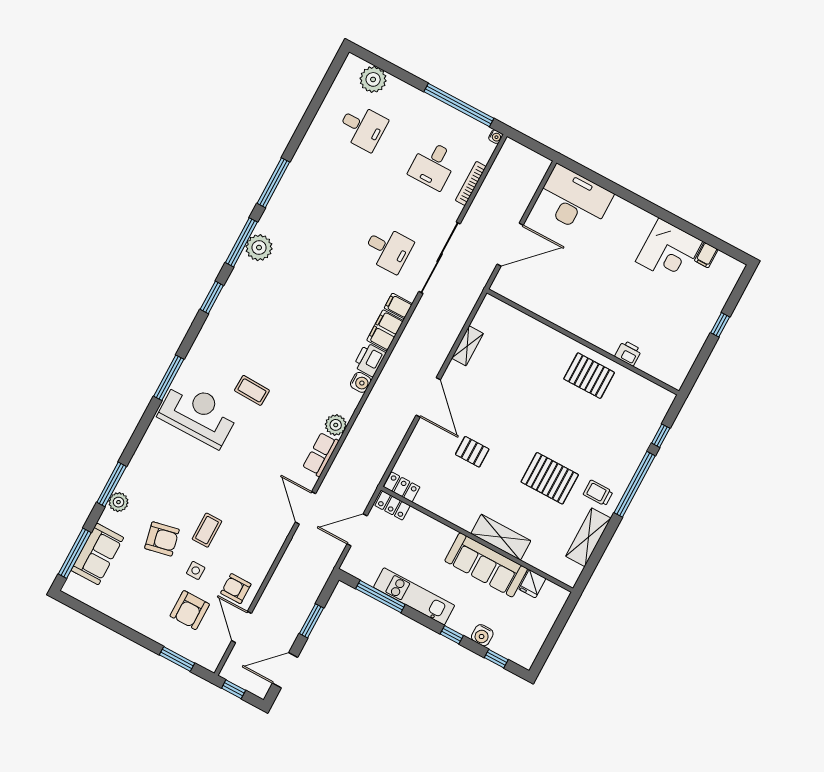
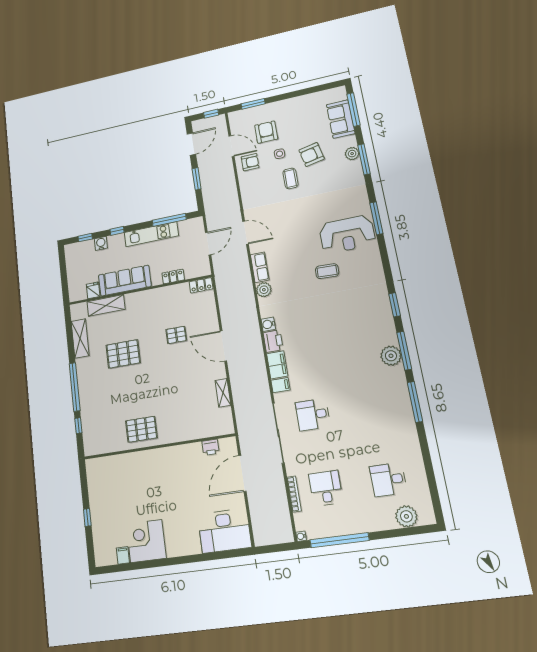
printer: (628, 353) -> (210, 447), moved
window: (169, 378) -> (376, 218), moved
trolley: (598, 493) -> (91, 367), removed
locker: (392, 506) -> (173, 276), moved
shelving: (501, 537) -> (106, 305), moved

